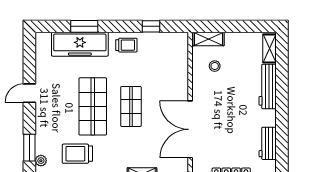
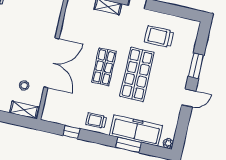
double door: (190, 129) -> (51, 63), moved
window: (29, 148) -> (196, 66), moved
trolley: (77, 154) -> (159, 37), turned 180
plant: (41, 161) -> (168, 144), moved

